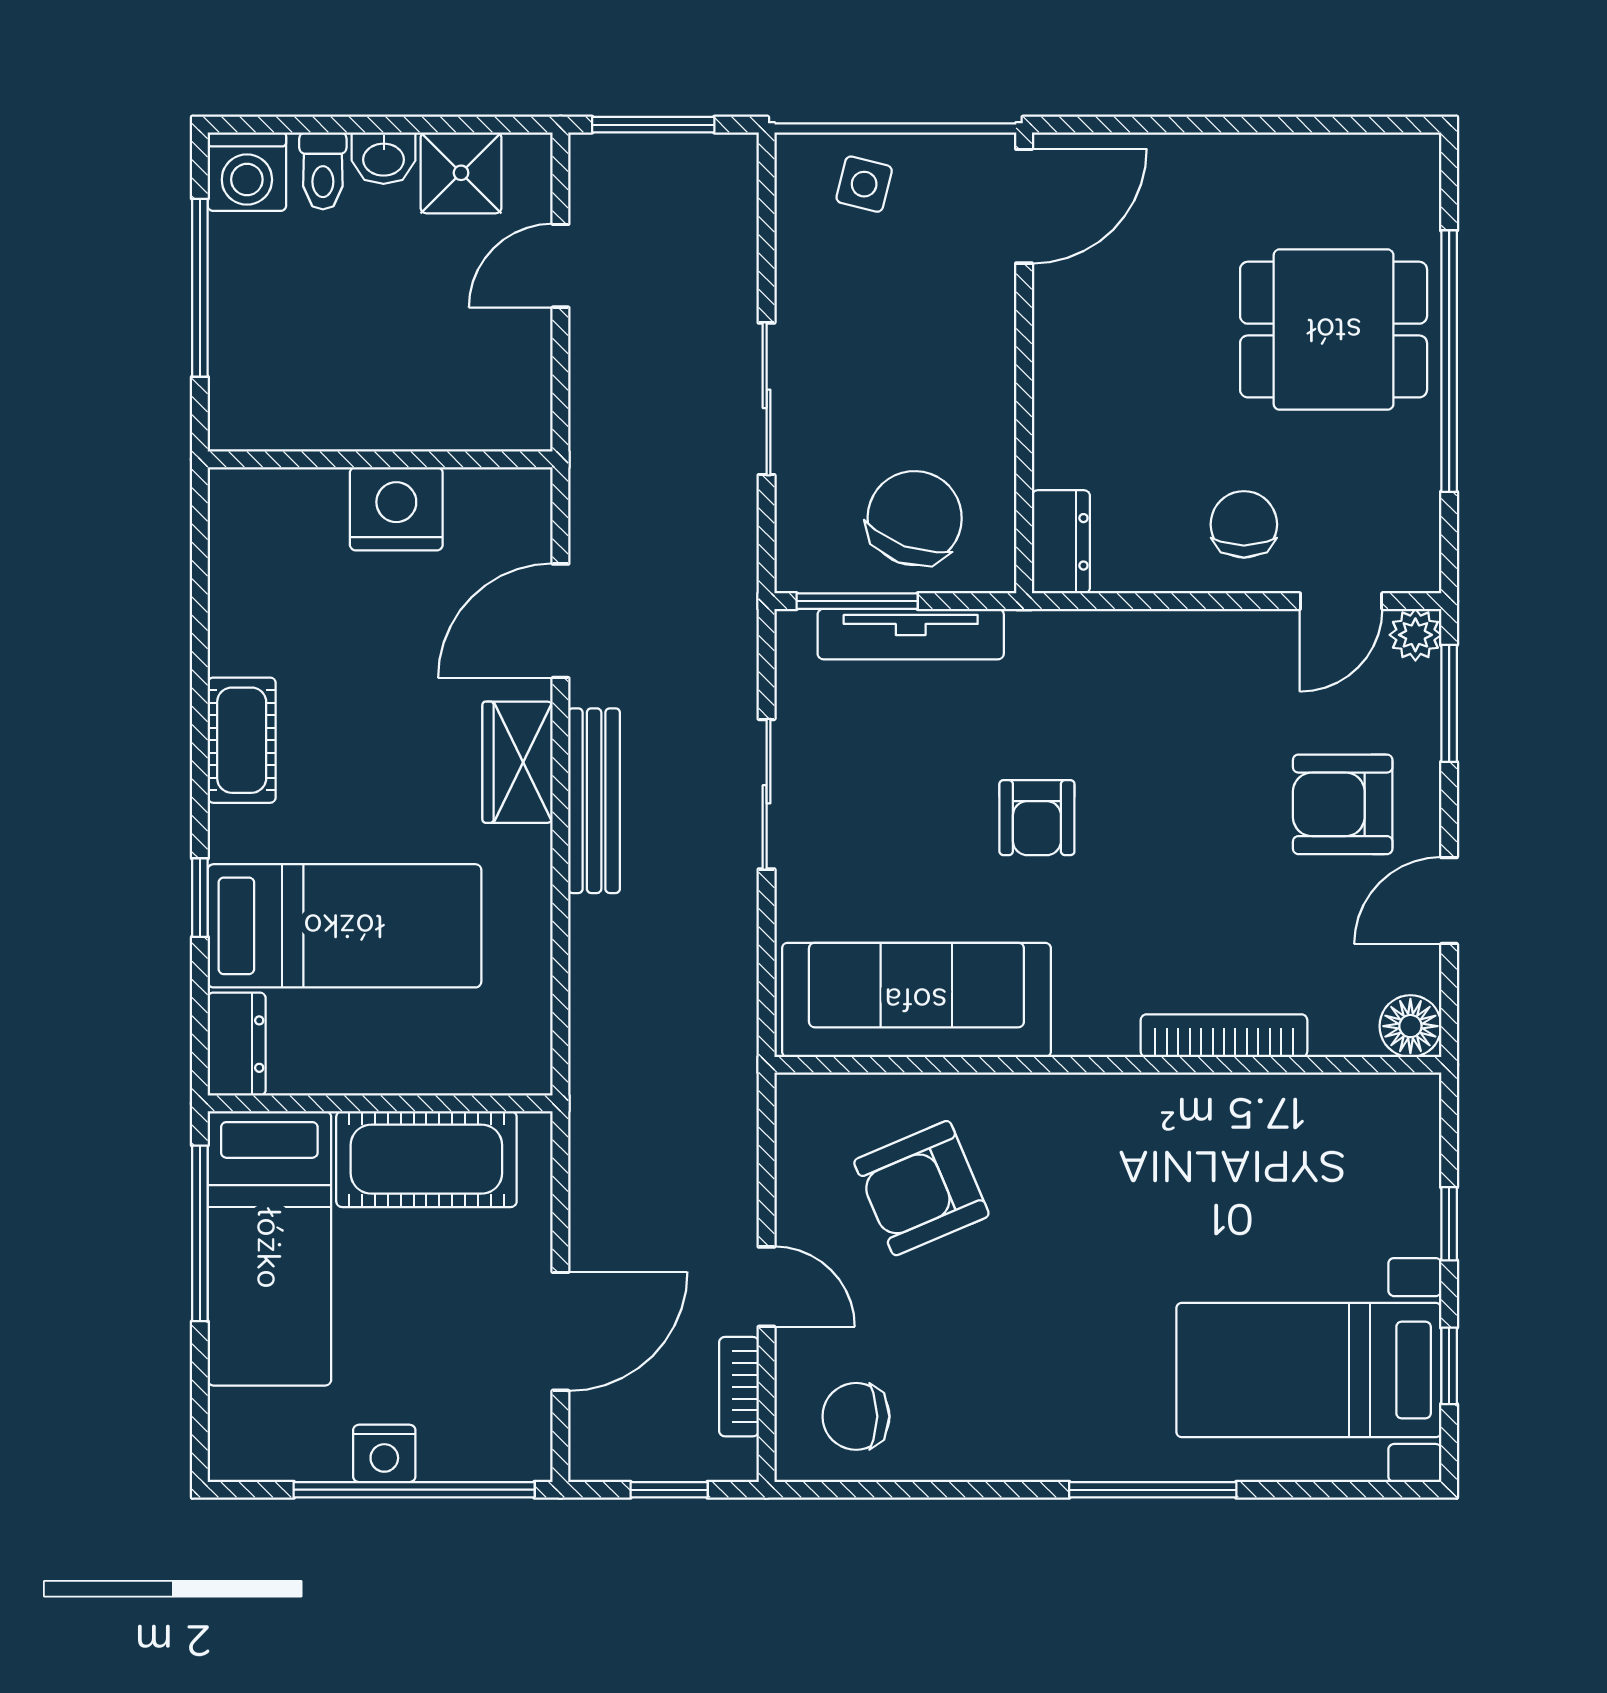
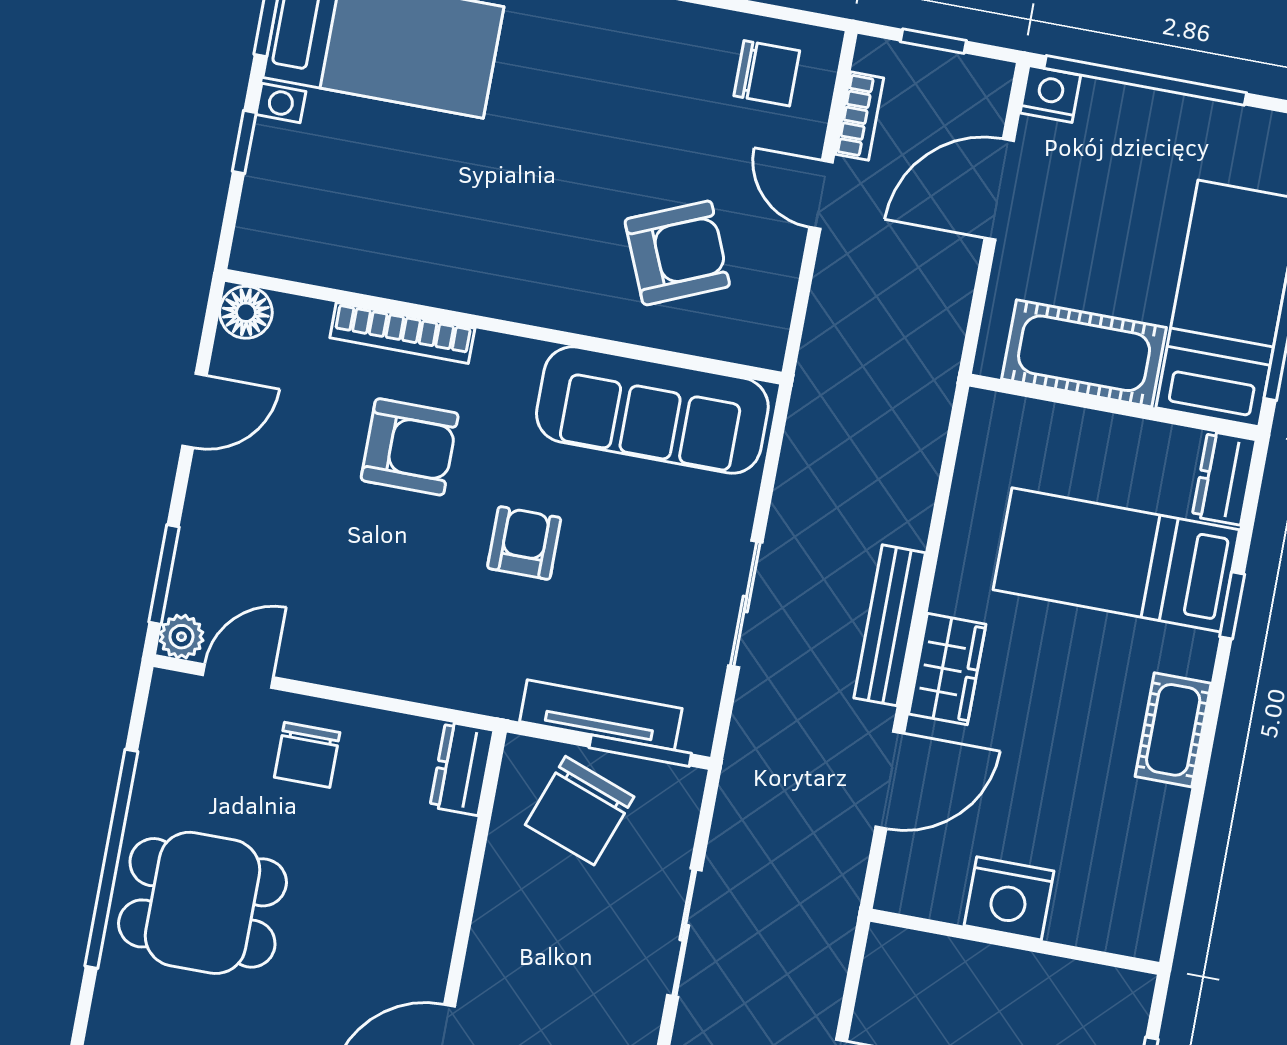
armchair: (1343, 804) -> (410, 447), moved
nightstand: (384, 1453) -> (1050, 94), moved

